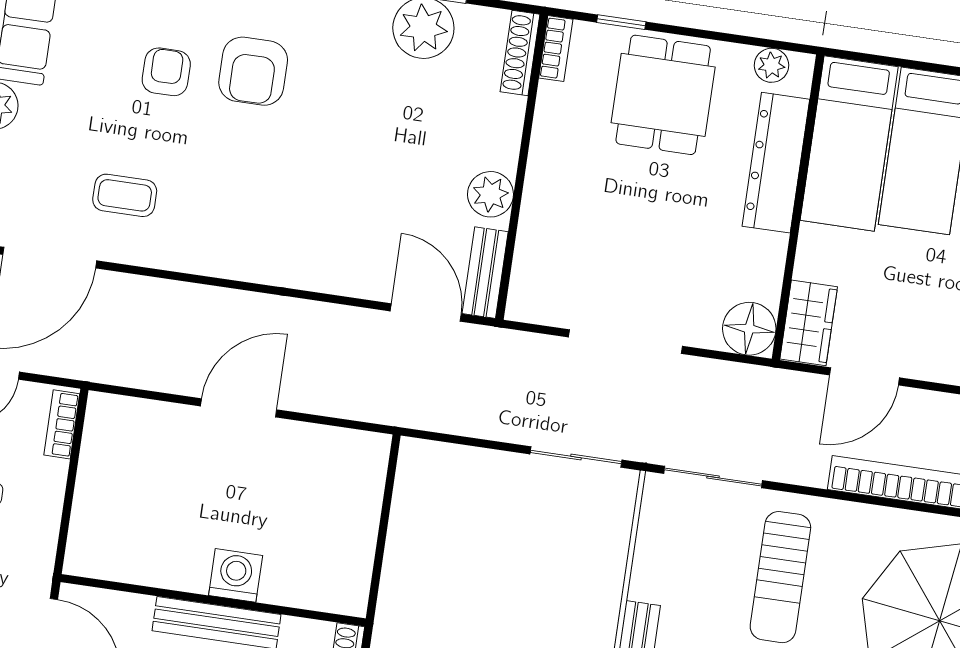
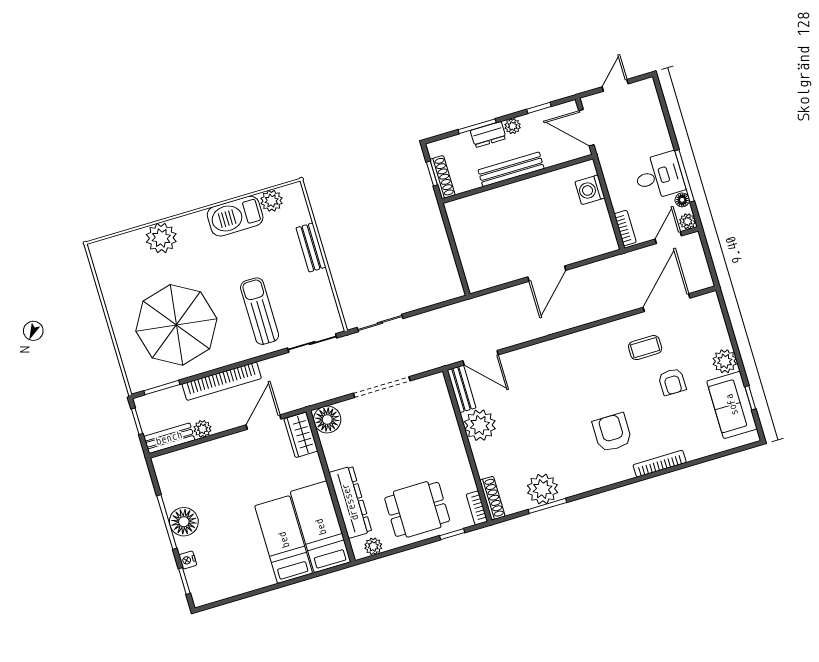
armchair: (166, 72) -> (672, 382), moved
dining table: (663, 95) -> (417, 509), turned 90
plant: (490, 194) -> (480, 425), width x1.36, depth x1.36
washing machine: (236, 575) -> (590, 190), moved, turned 90

